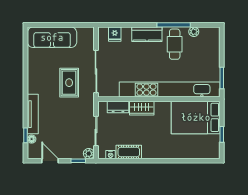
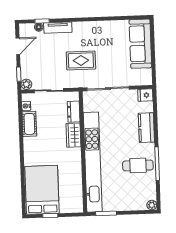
plant: (194, 32) -> (152, 205), moved
fridge: (115, 34) -> (145, 95), moved
kitchen counter: (147, 34) -> (146, 128), moved
rug: (69, 83) -> (81, 60), moved
tv unit: (33, 114) -> (58, 28), width x0.71
bed: (196, 117) -> (42, 190), moved

